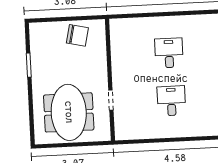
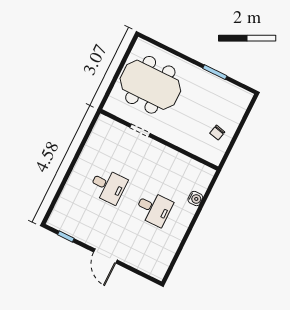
water cooler: (142, 23) -> (195, 199), added
chair: (77, 35) -> (217, 133), width x0.54, depth x0.54

